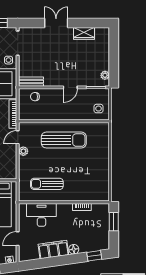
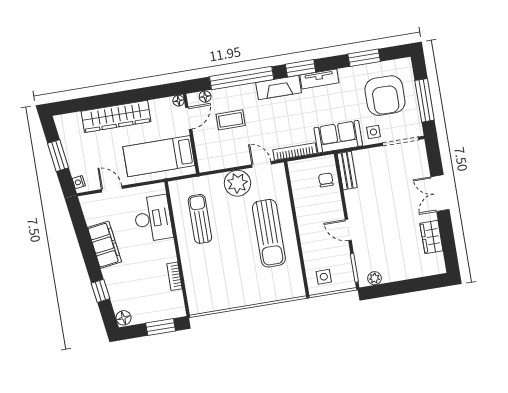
double door: (56, 23) -> (440, 193), swing flipped
plant: (23, 151) -> (237, 183), width x1.88, depth x1.88
floor lamp: (74, 249) -> (124, 318), moved
window: (94, 256) -> (100, 291), moved

